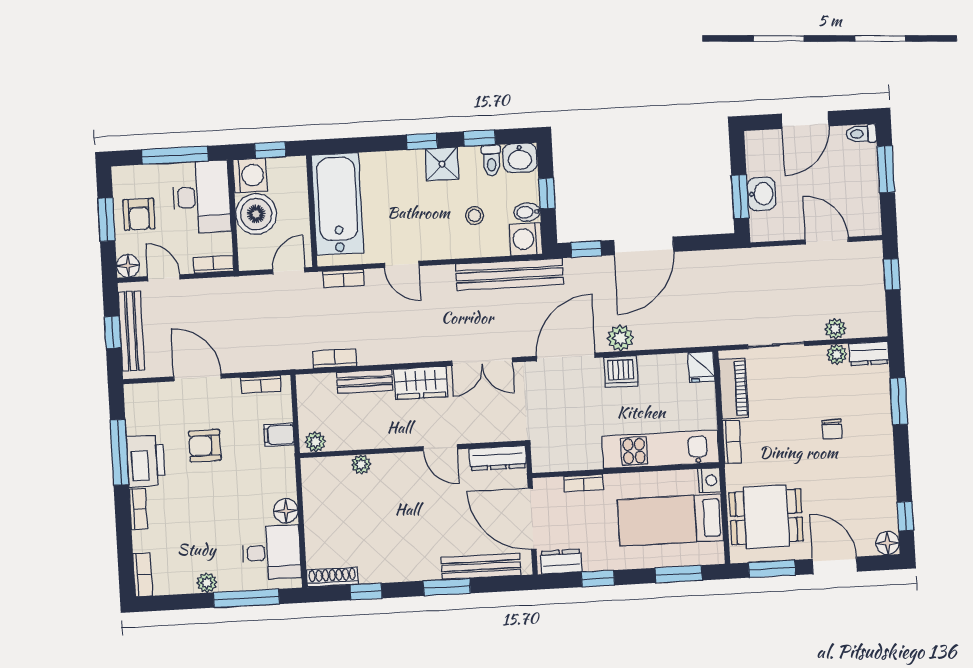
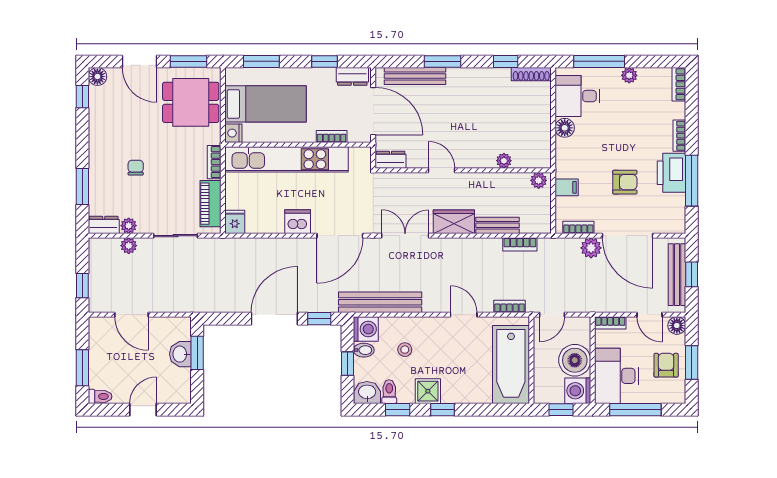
door: (805, 120) -> (143, 410), width x0.73
plant: (620, 338) -> (591, 248), moved
door: (198, 377) -> (627, 236), width x1.36
kitchen unit: (661, 450) -> (286, 159), width x1.36
dresser: (498, 458) -> (390, 160), width x0.70

